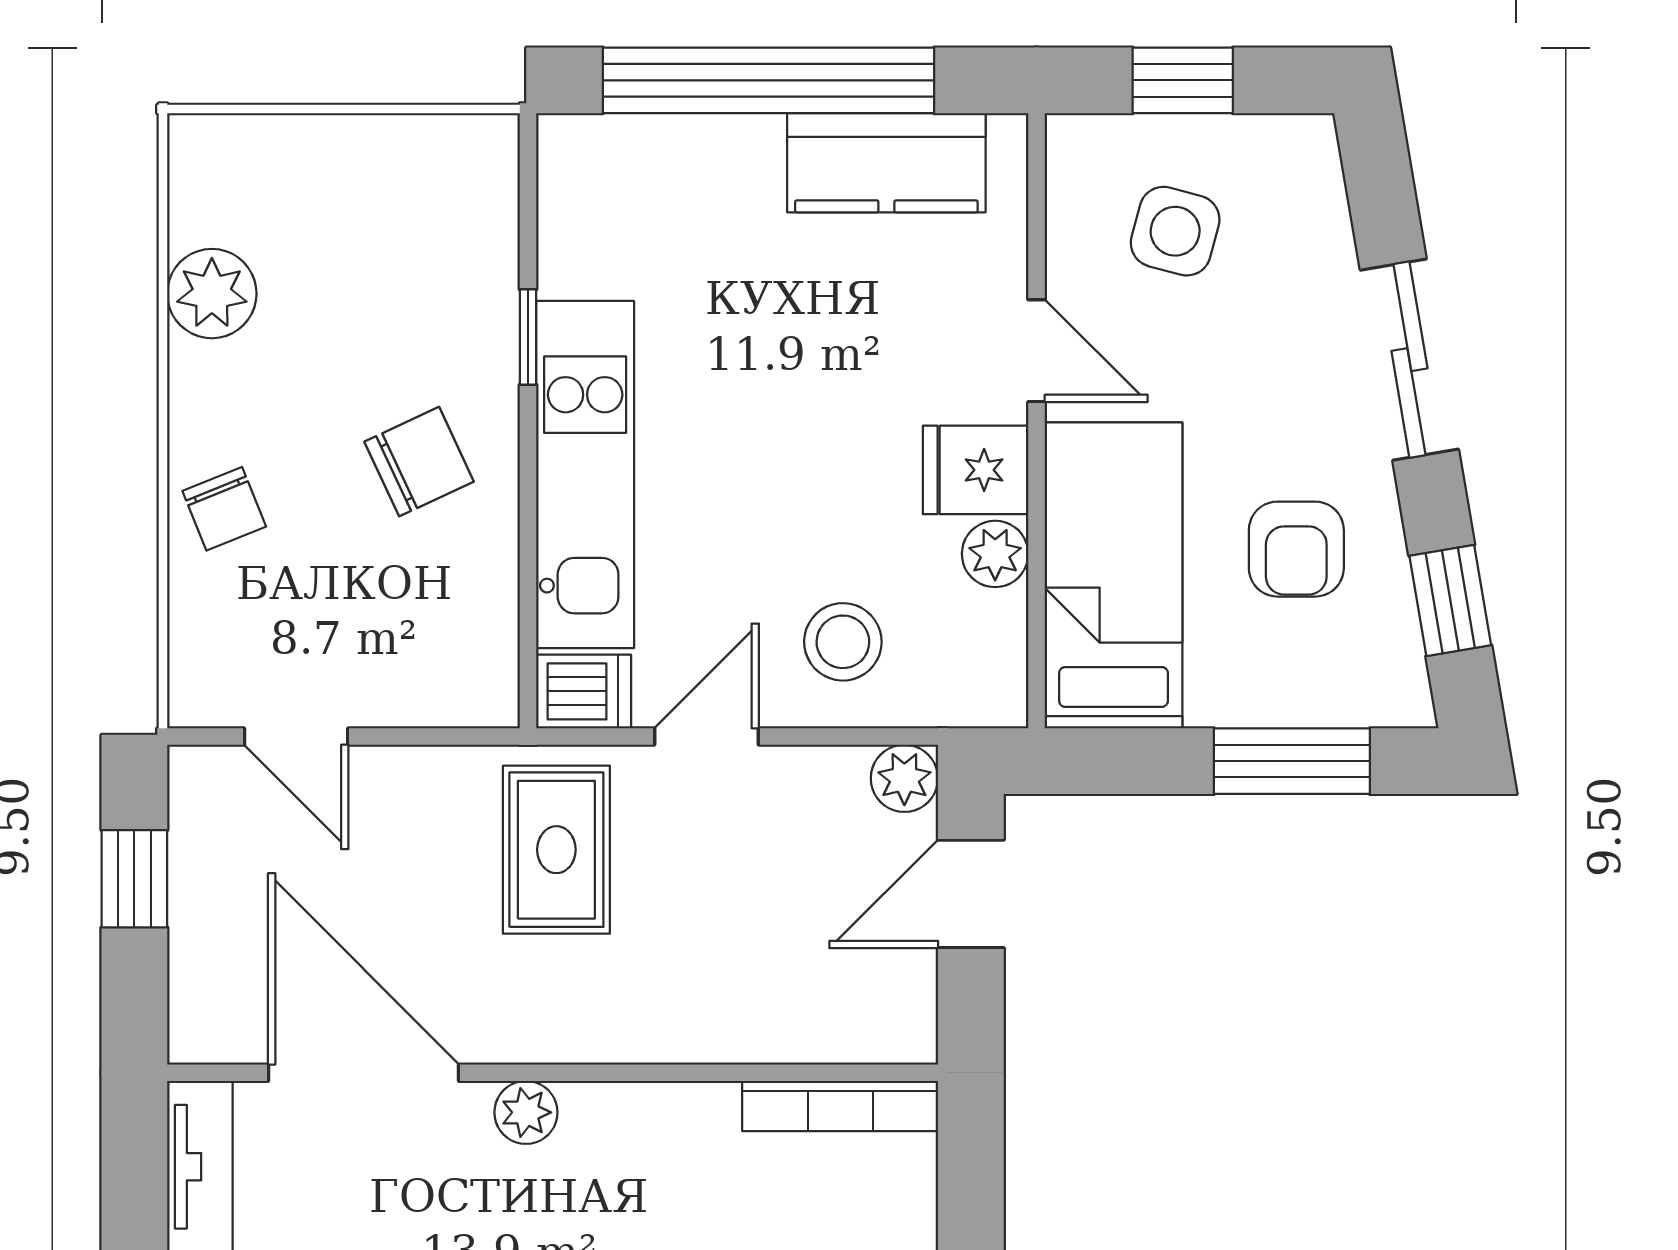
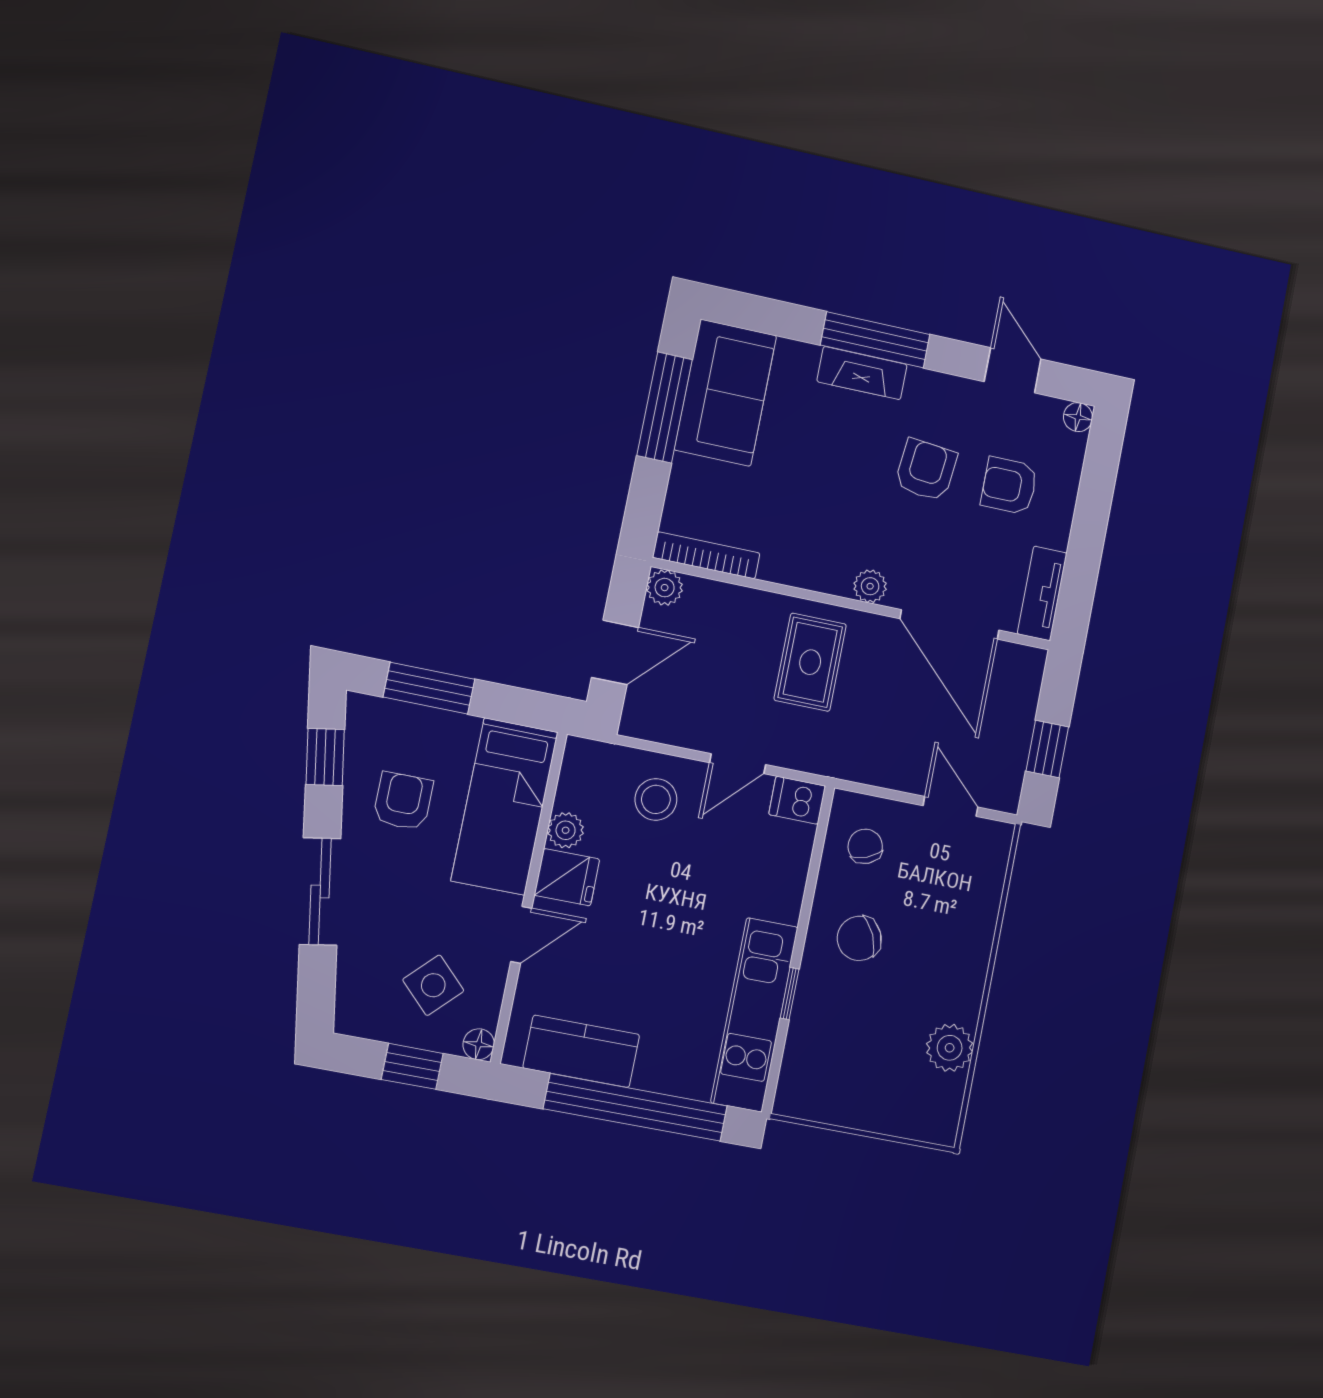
floor lamp: (1073, 141) -> (479, 1044), added
side table: (1175, 231) -> (433, 985), turned 30
door: (1037, 351) -> (521, 935), swing flipped
kitchen unit: (585, 474) -> (754, 1015), moved
chair: (224, 509) -> (865, 846), moved
plant: (904, 778) -> (665, 588), moved
rug: (556, 850) -> (810, 662), moved

